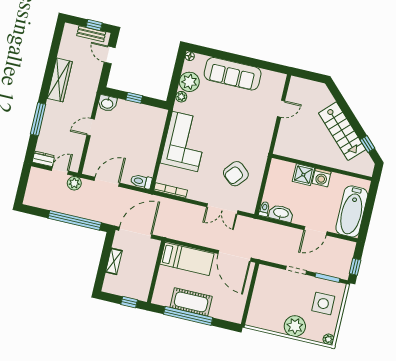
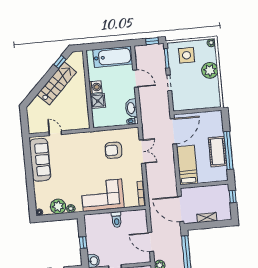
sofa: (233, 74) -> (40, 160), moved
armchair: (236, 174) -> (113, 150), turned 140
toilet: (141, 181) -> (116, 220), moved

